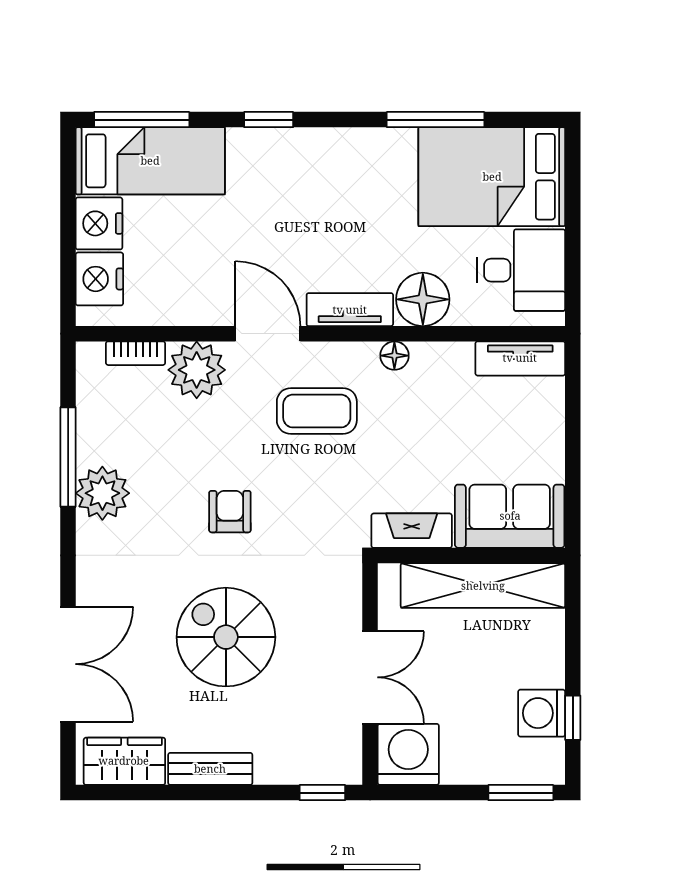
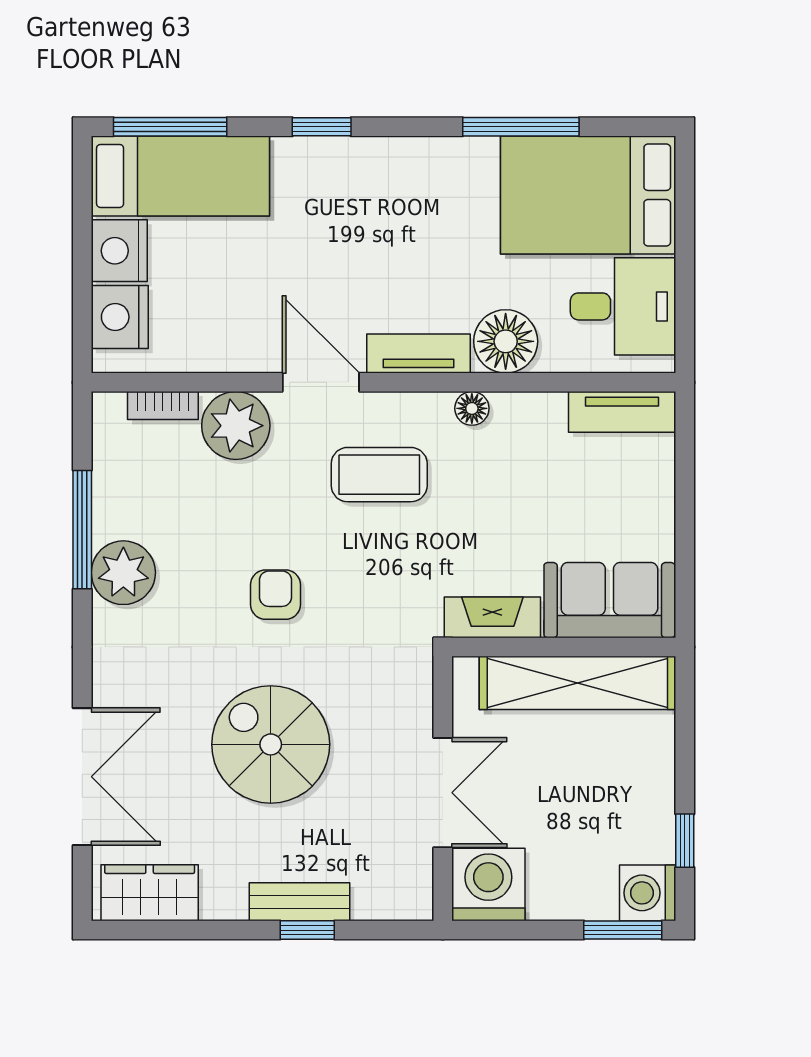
washing machine: (542, 713) -> (648, 893), moved
bench: (210, 769) -> (299, 902), moved
window: (322, 793) -> (307, 930), moved

